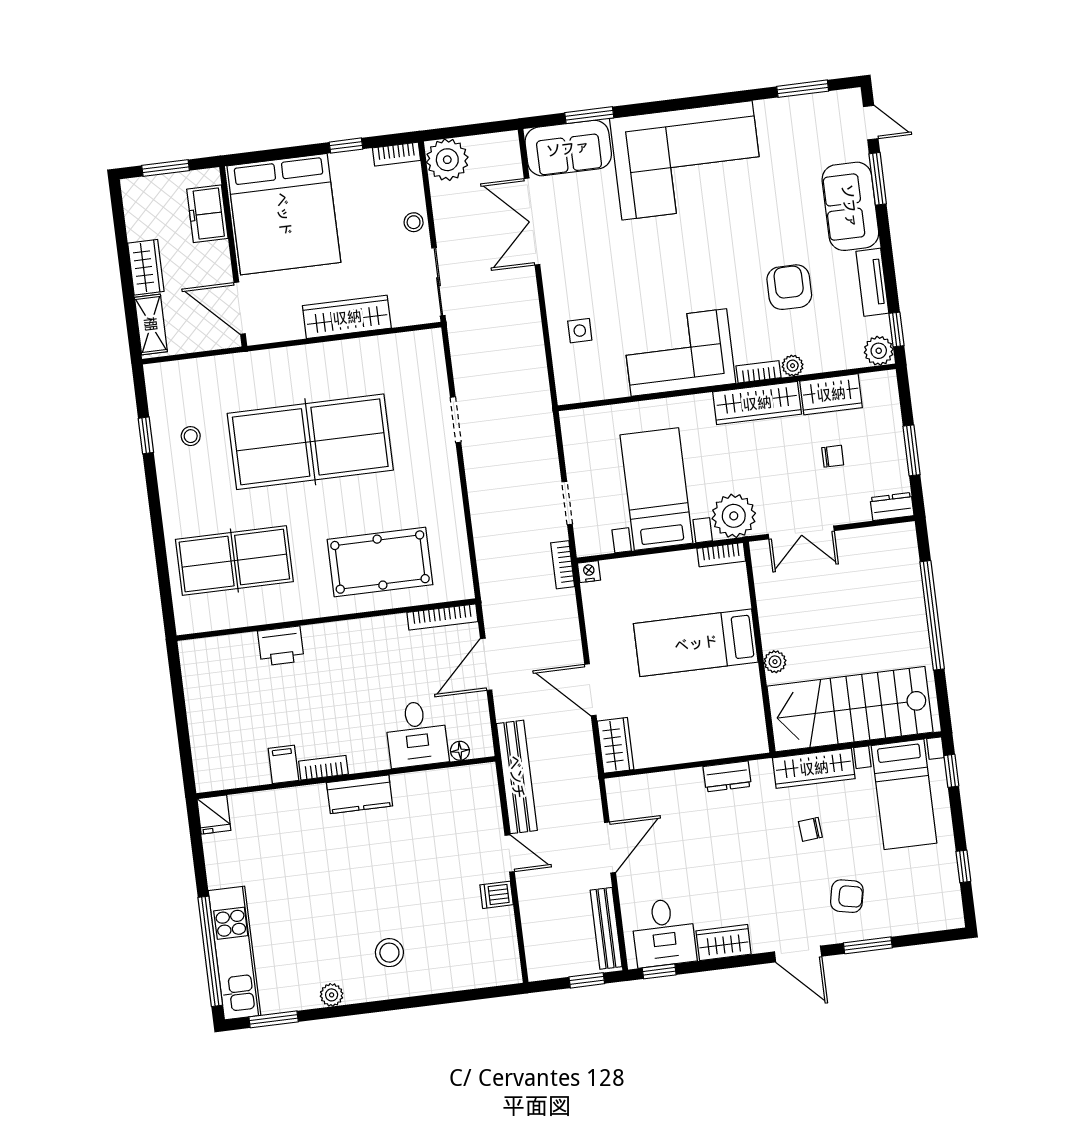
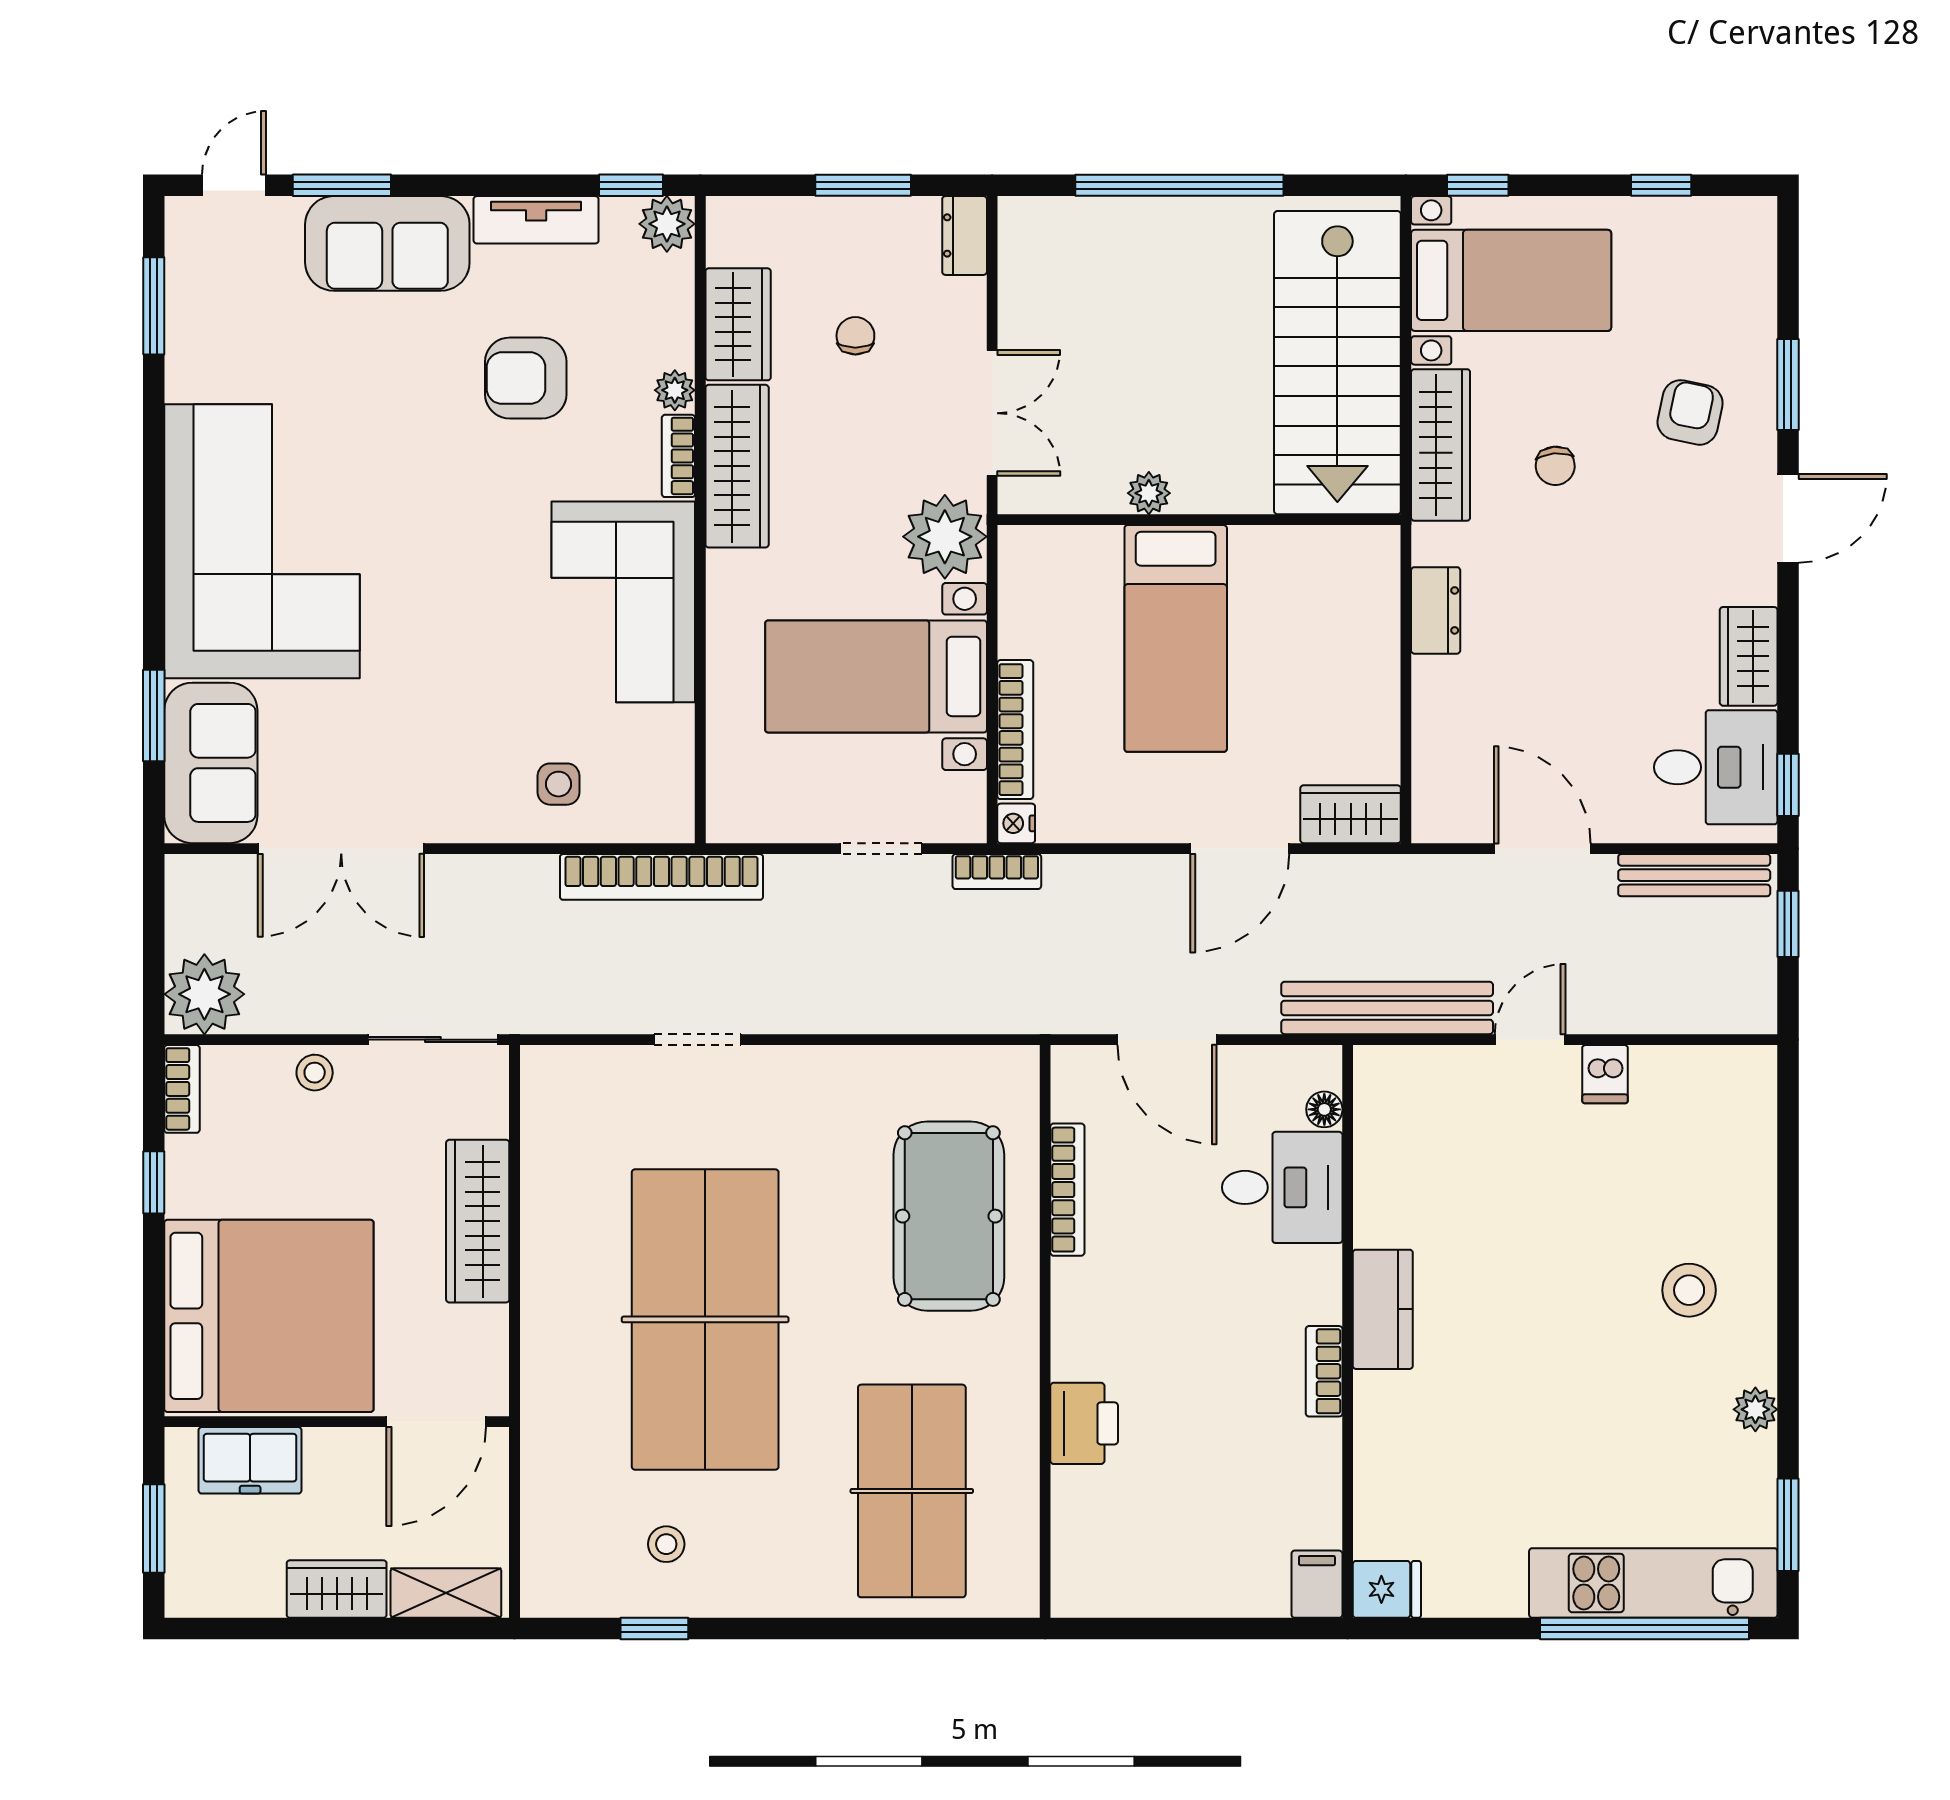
bookcase: (538, 390) -> (661, 877), added
bookcase: (721, 555) -> (1015, 730), moved, width x1.56
bookcase: (442, 617) -> (1067, 1190), moved
plant: (775, 662) -> (1149, 493), moved
filing cabinet: (283, 764) -> (1317, 1584), moved, turned 90

